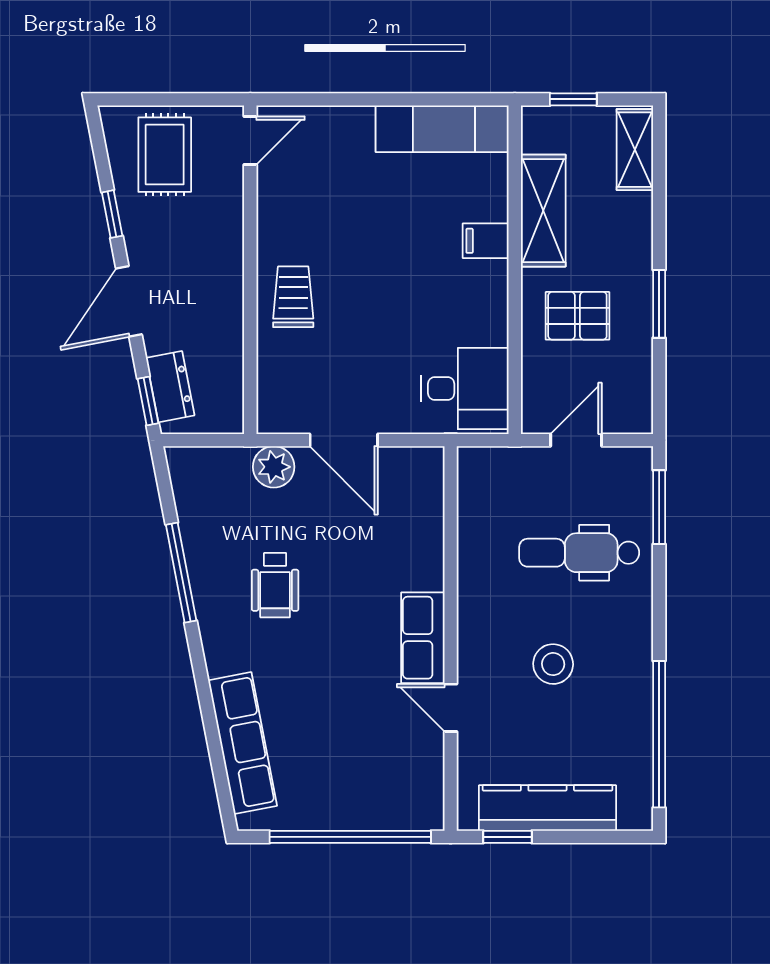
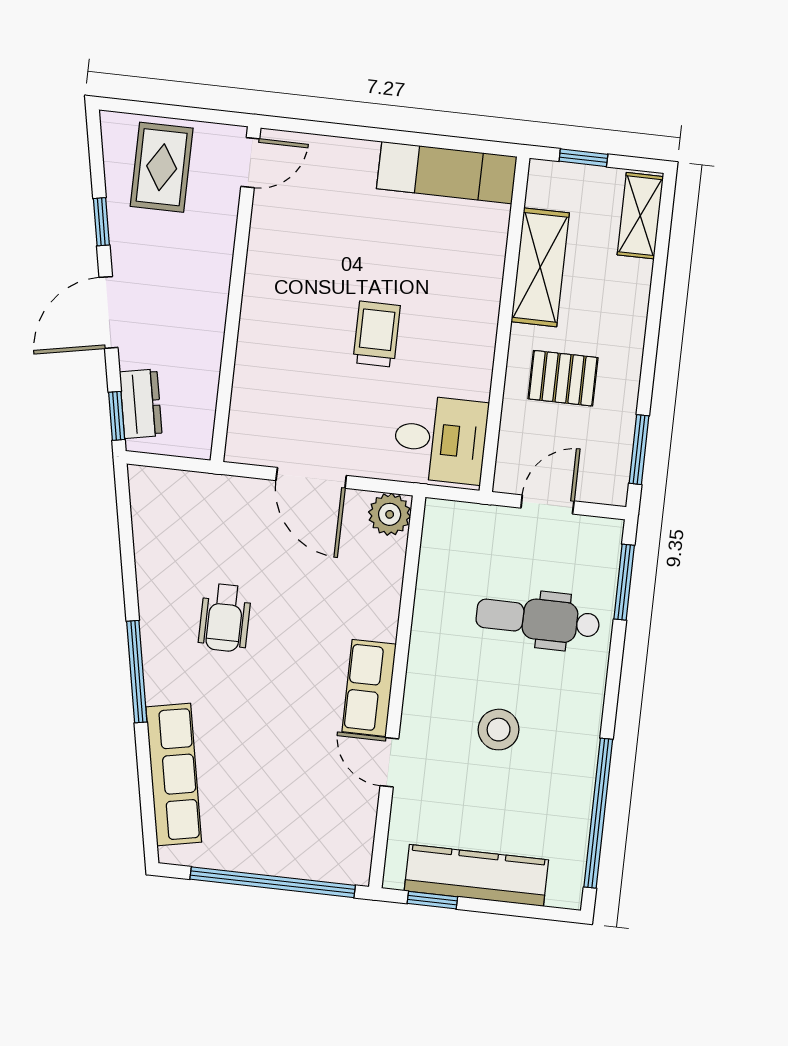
filing cabinet: (486, 241) -> (478, 291), removed
trolley: (293, 297) -> (377, 334), moved
window: (659, 304) -> (639, 450), moved
plant: (274, 467) -> (390, 514), moved
window: (181, 573) -> (137, 672), moved

